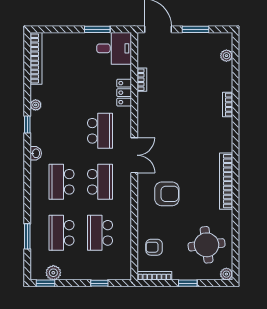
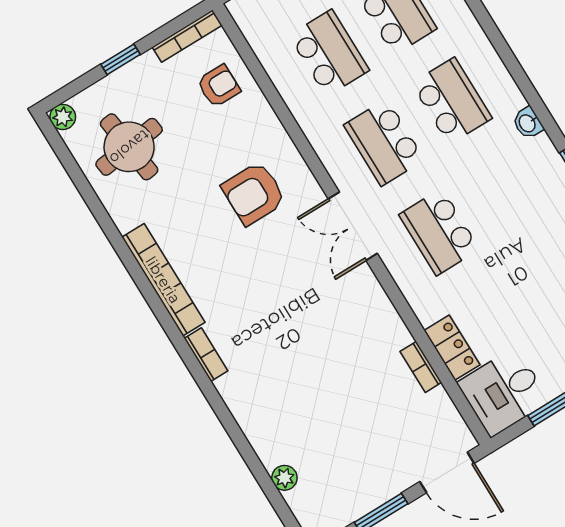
plant: (226, 56) -> (284, 478), moved
locker: (124, 93) -> (452, 348), moved
bookcase: (228, 105) -> (206, 355), moved

